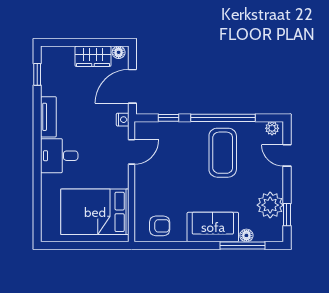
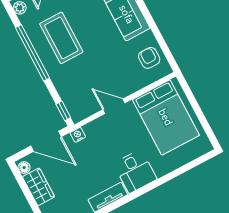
window: (169, 118) -> (63, 111), moved
door: (131, 152) -> (114, 106), moved
coffee table: (223, 153) -> (61, 38), turned 90

